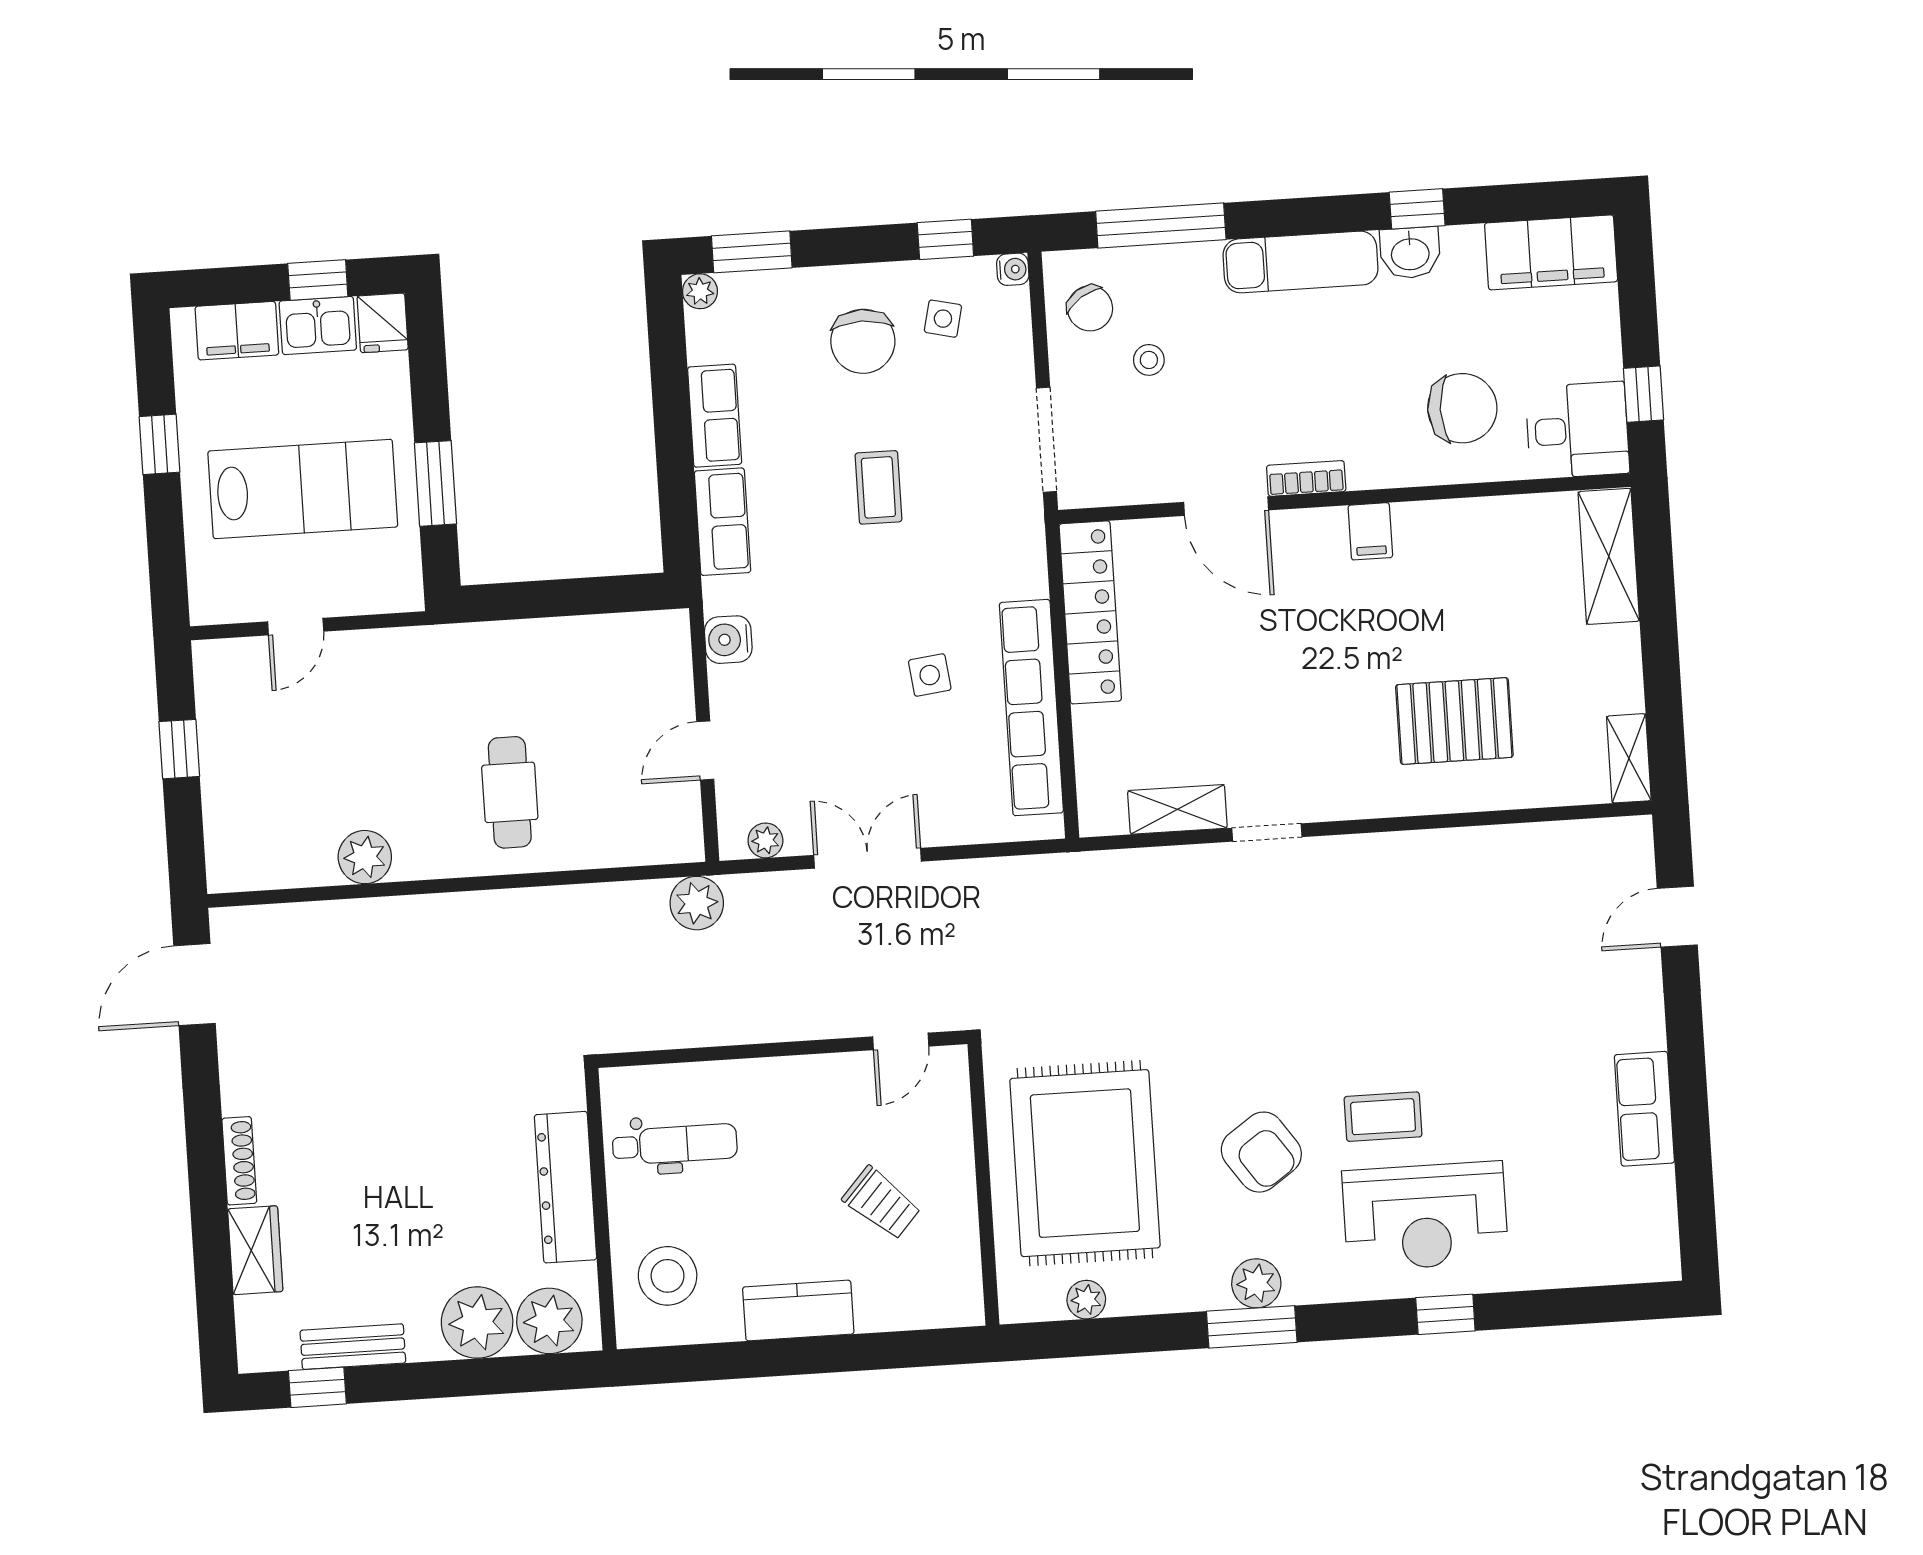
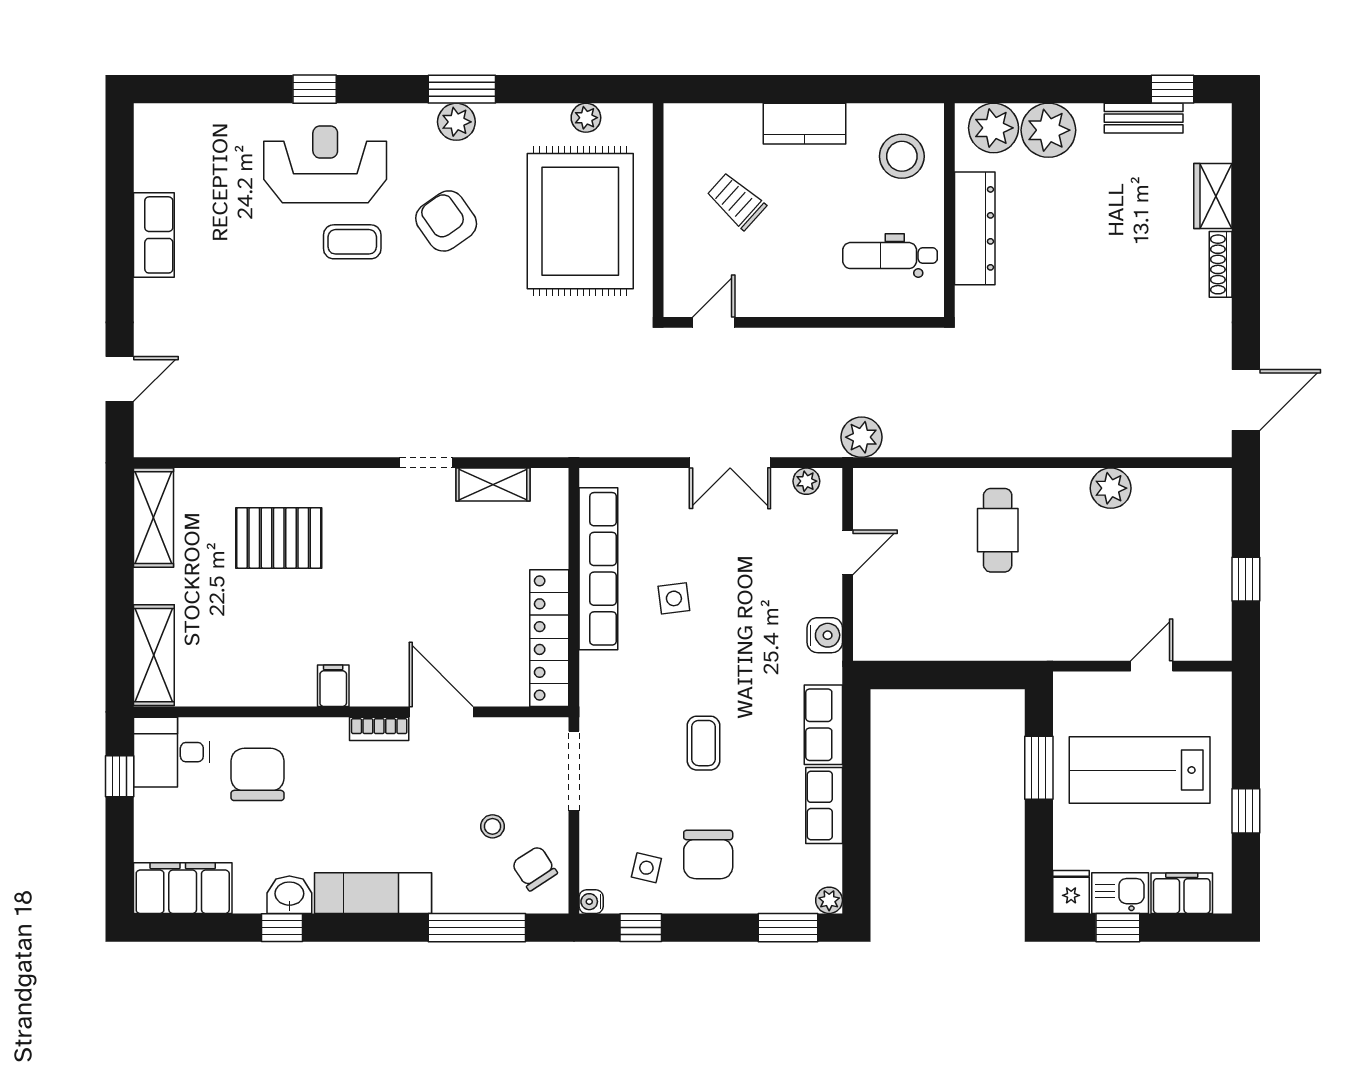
chair: (863, 341) -> (708, 854), turned 180
chair: (1462, 408) -> (257, 774), turned 90
shelving: (1629, 758) -> (154, 518), width x1.50, depth x1.33

